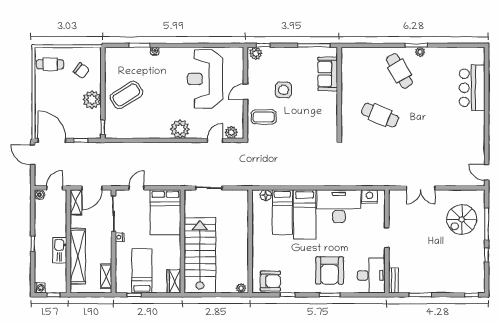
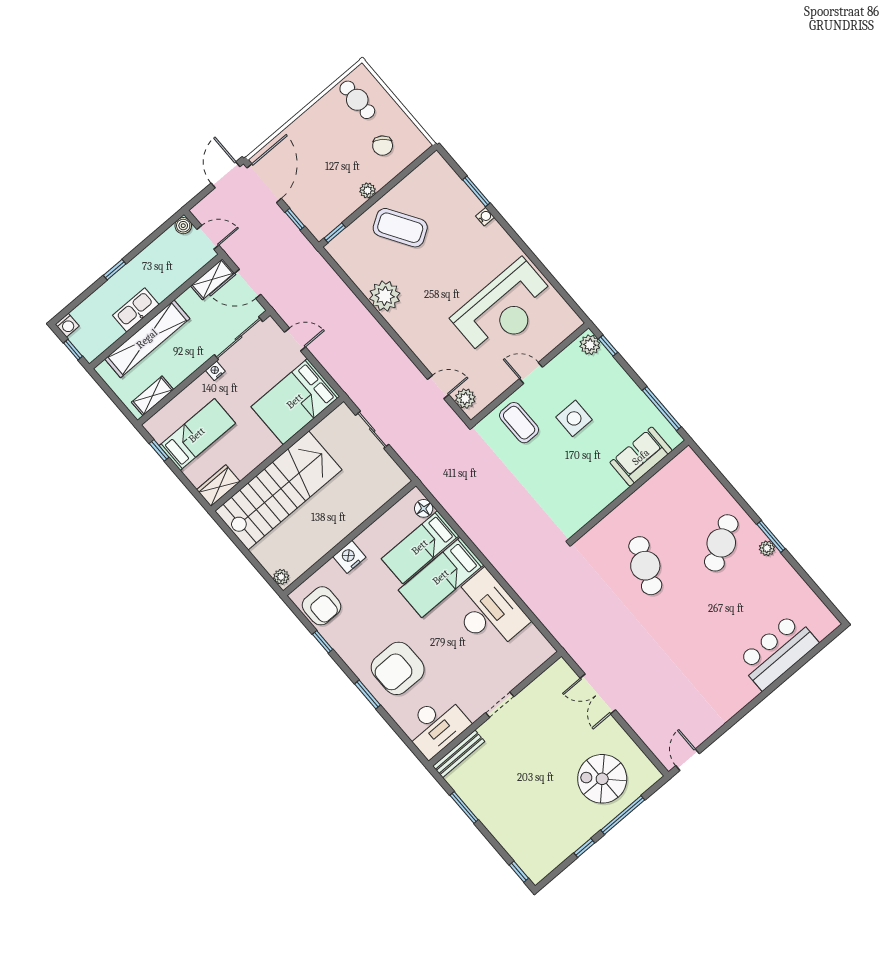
reception desk: (205, 79) -> (504, 309), turned 180
plant: (92, 100) -> (368, 190), width x0.53, depth x0.53
plant: (180, 129) -> (385, 296), moved
nightstand: (369, 197) -> (349, 557), moved, turned -90
bench: (393, 281) -> (459, 754), width x1.36

